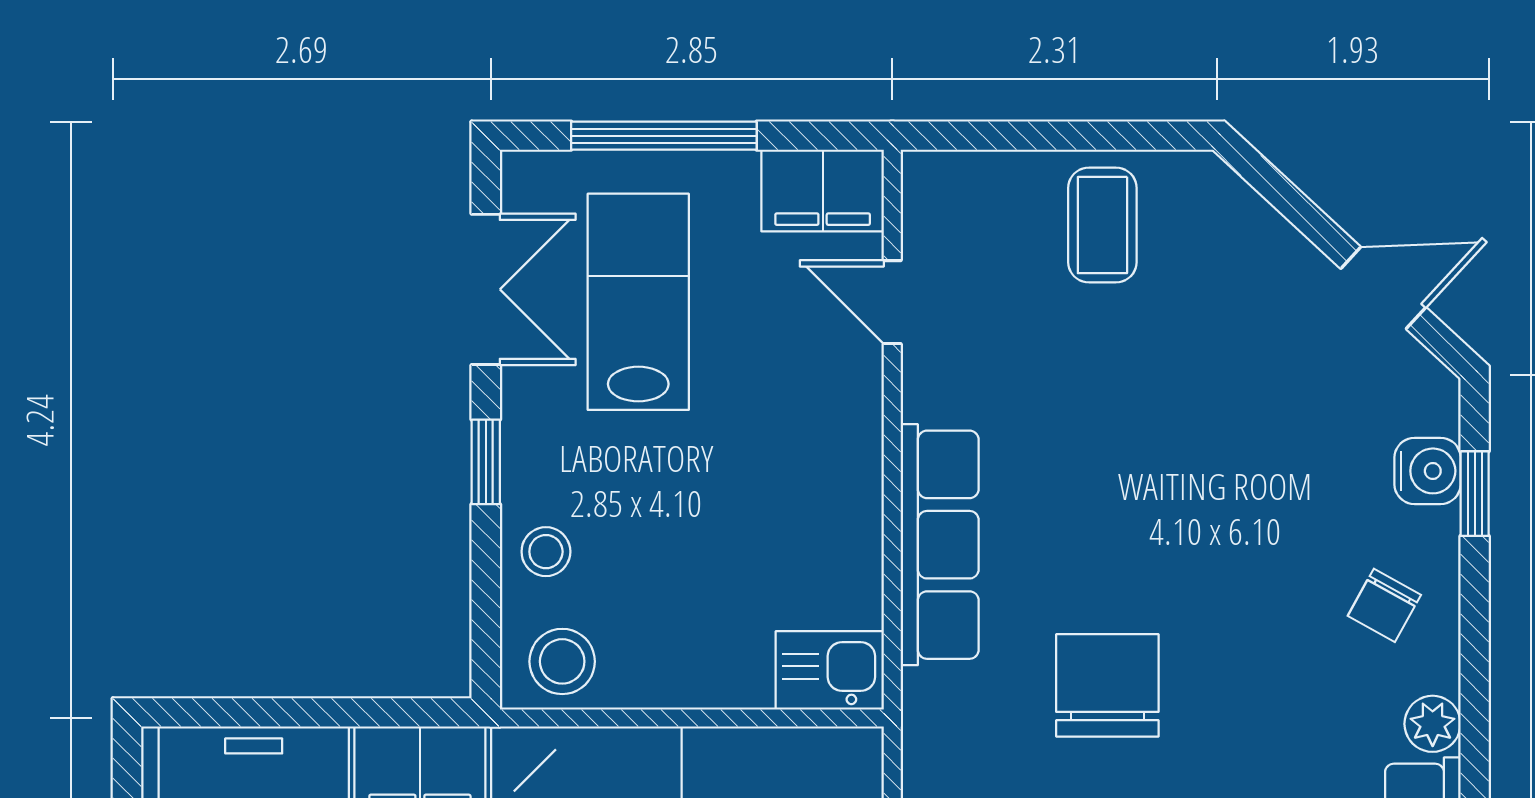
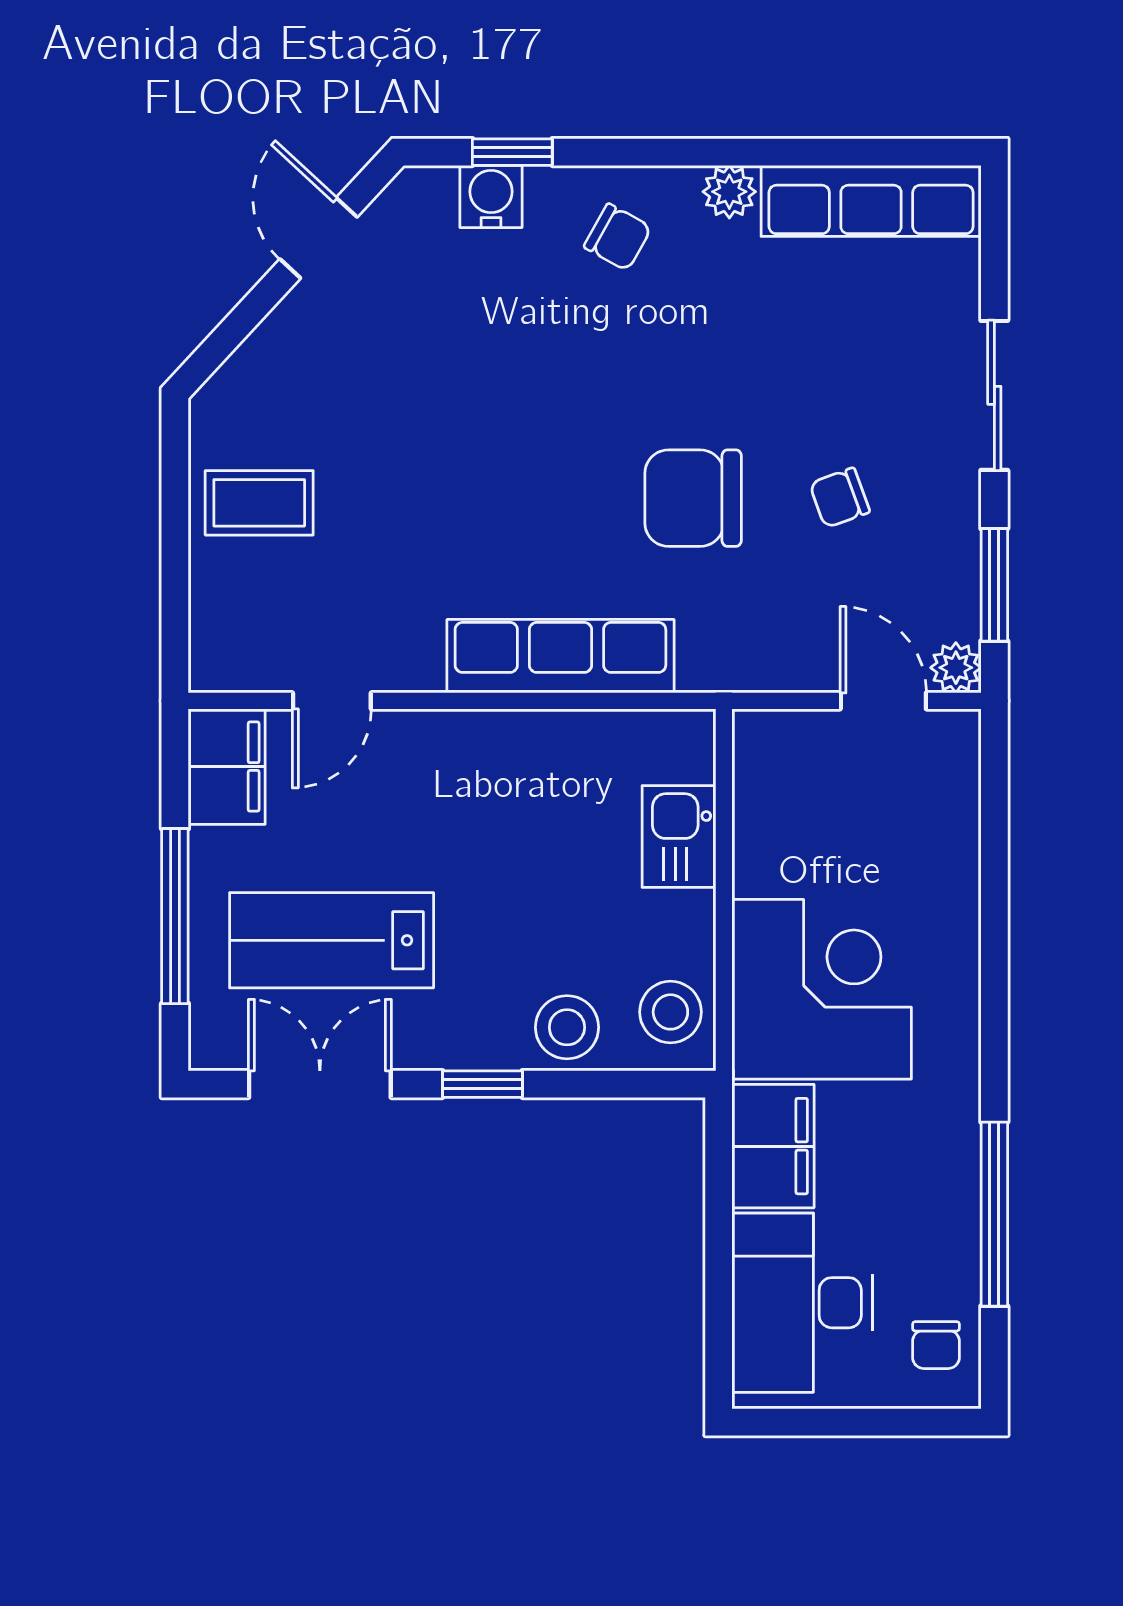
stool: (546, 552) -> (567, 1027), width x1.37, depth x1.37
kitchen sink: (830, 670) -> (679, 836), moved

